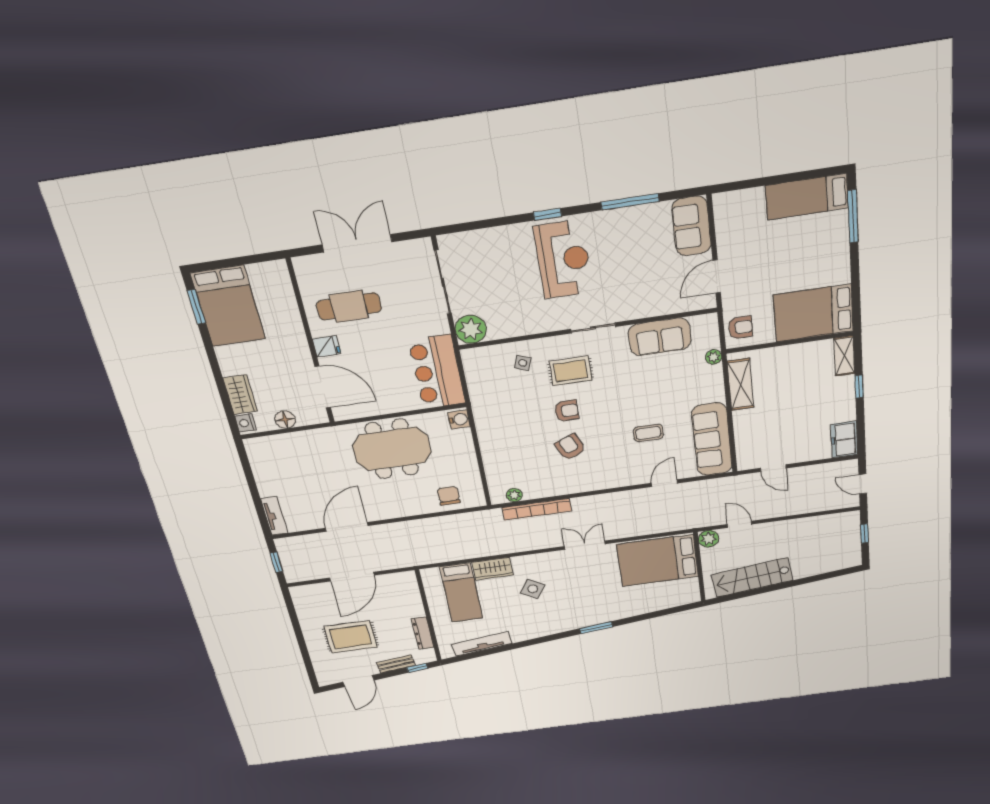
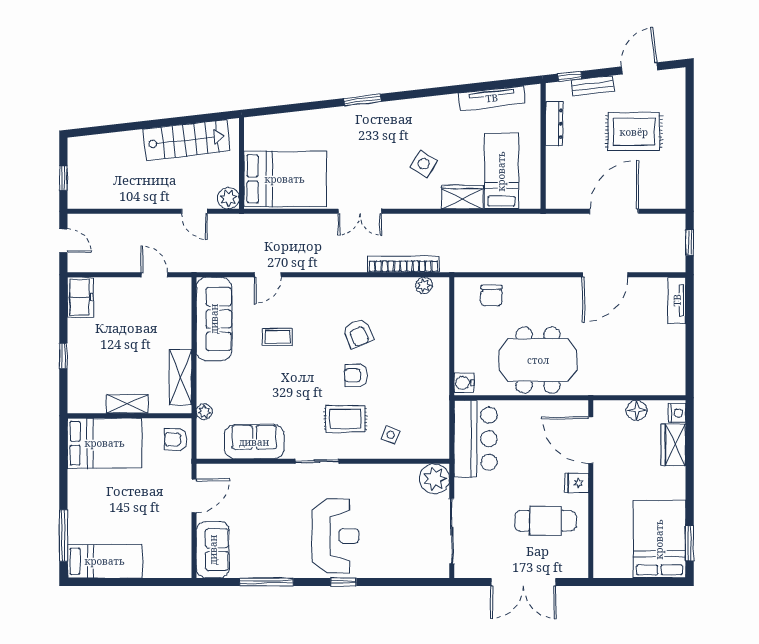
reception desk: (563, 259) -> (335, 536), turned 180
shelving: (844, 356) -> (127, 404), moved, turned 90

